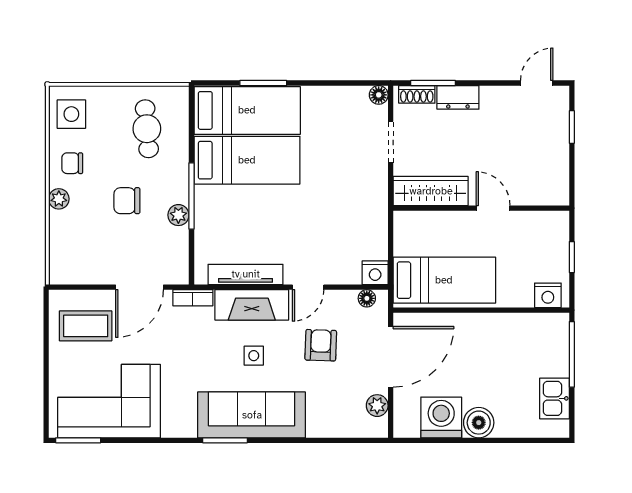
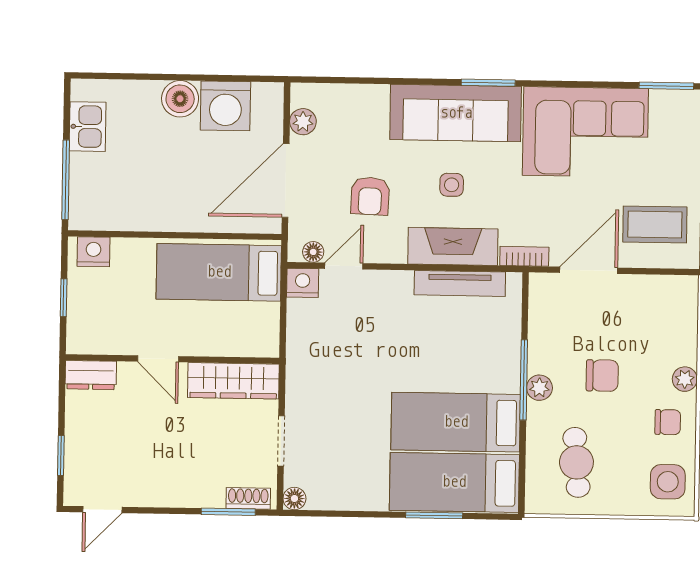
dresser: (458, 97) -> (91, 375), moved, turned 180
plant: (178, 215) -> (539, 388), moved
door: (308, 287) -> (344, 266), moved
corner sofa: (109, 401) -> (585, 132), moved

